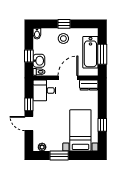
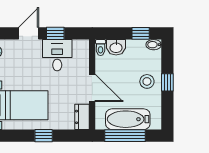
window: (102, 54) -> (125, 136), width x1.44
window: (29, 56) -> (141, 33), moved
desk: (45, 90) -> (57, 55), moved
window: (102, 125) -> (44, 136), moved

